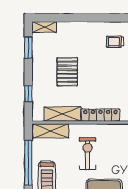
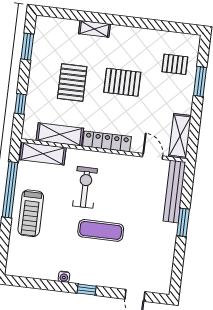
shelving: (44, 27) -> (94, 29), moved
trolley: (115, 42) -> (136, 52), removed
pallet: (107, 67) -> (122, 82), added

